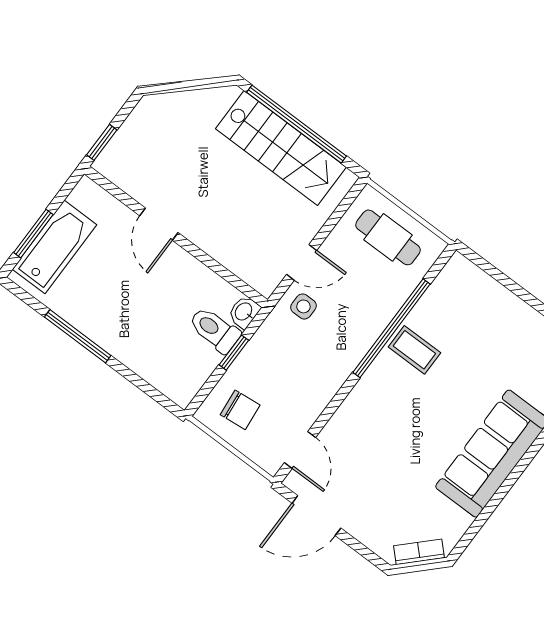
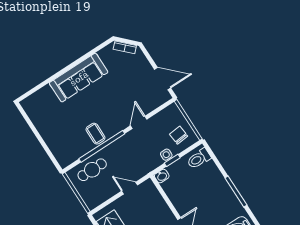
cafe table: (388, 237) -> (92, 170), moved, turned 90
side table: (303, 306) -> (166, 155), moved
toilet: (214, 330) -> (199, 159), moved, turned 90
door: (300, 450) -> (139, 122), moved

